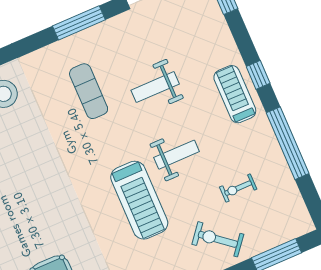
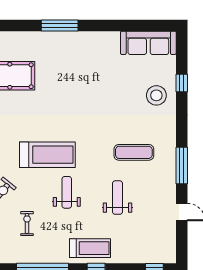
weight bench: (177, 155) -> (67, 192), turned 180
treadmill: (139, 200) -> (47, 155), turned 180

